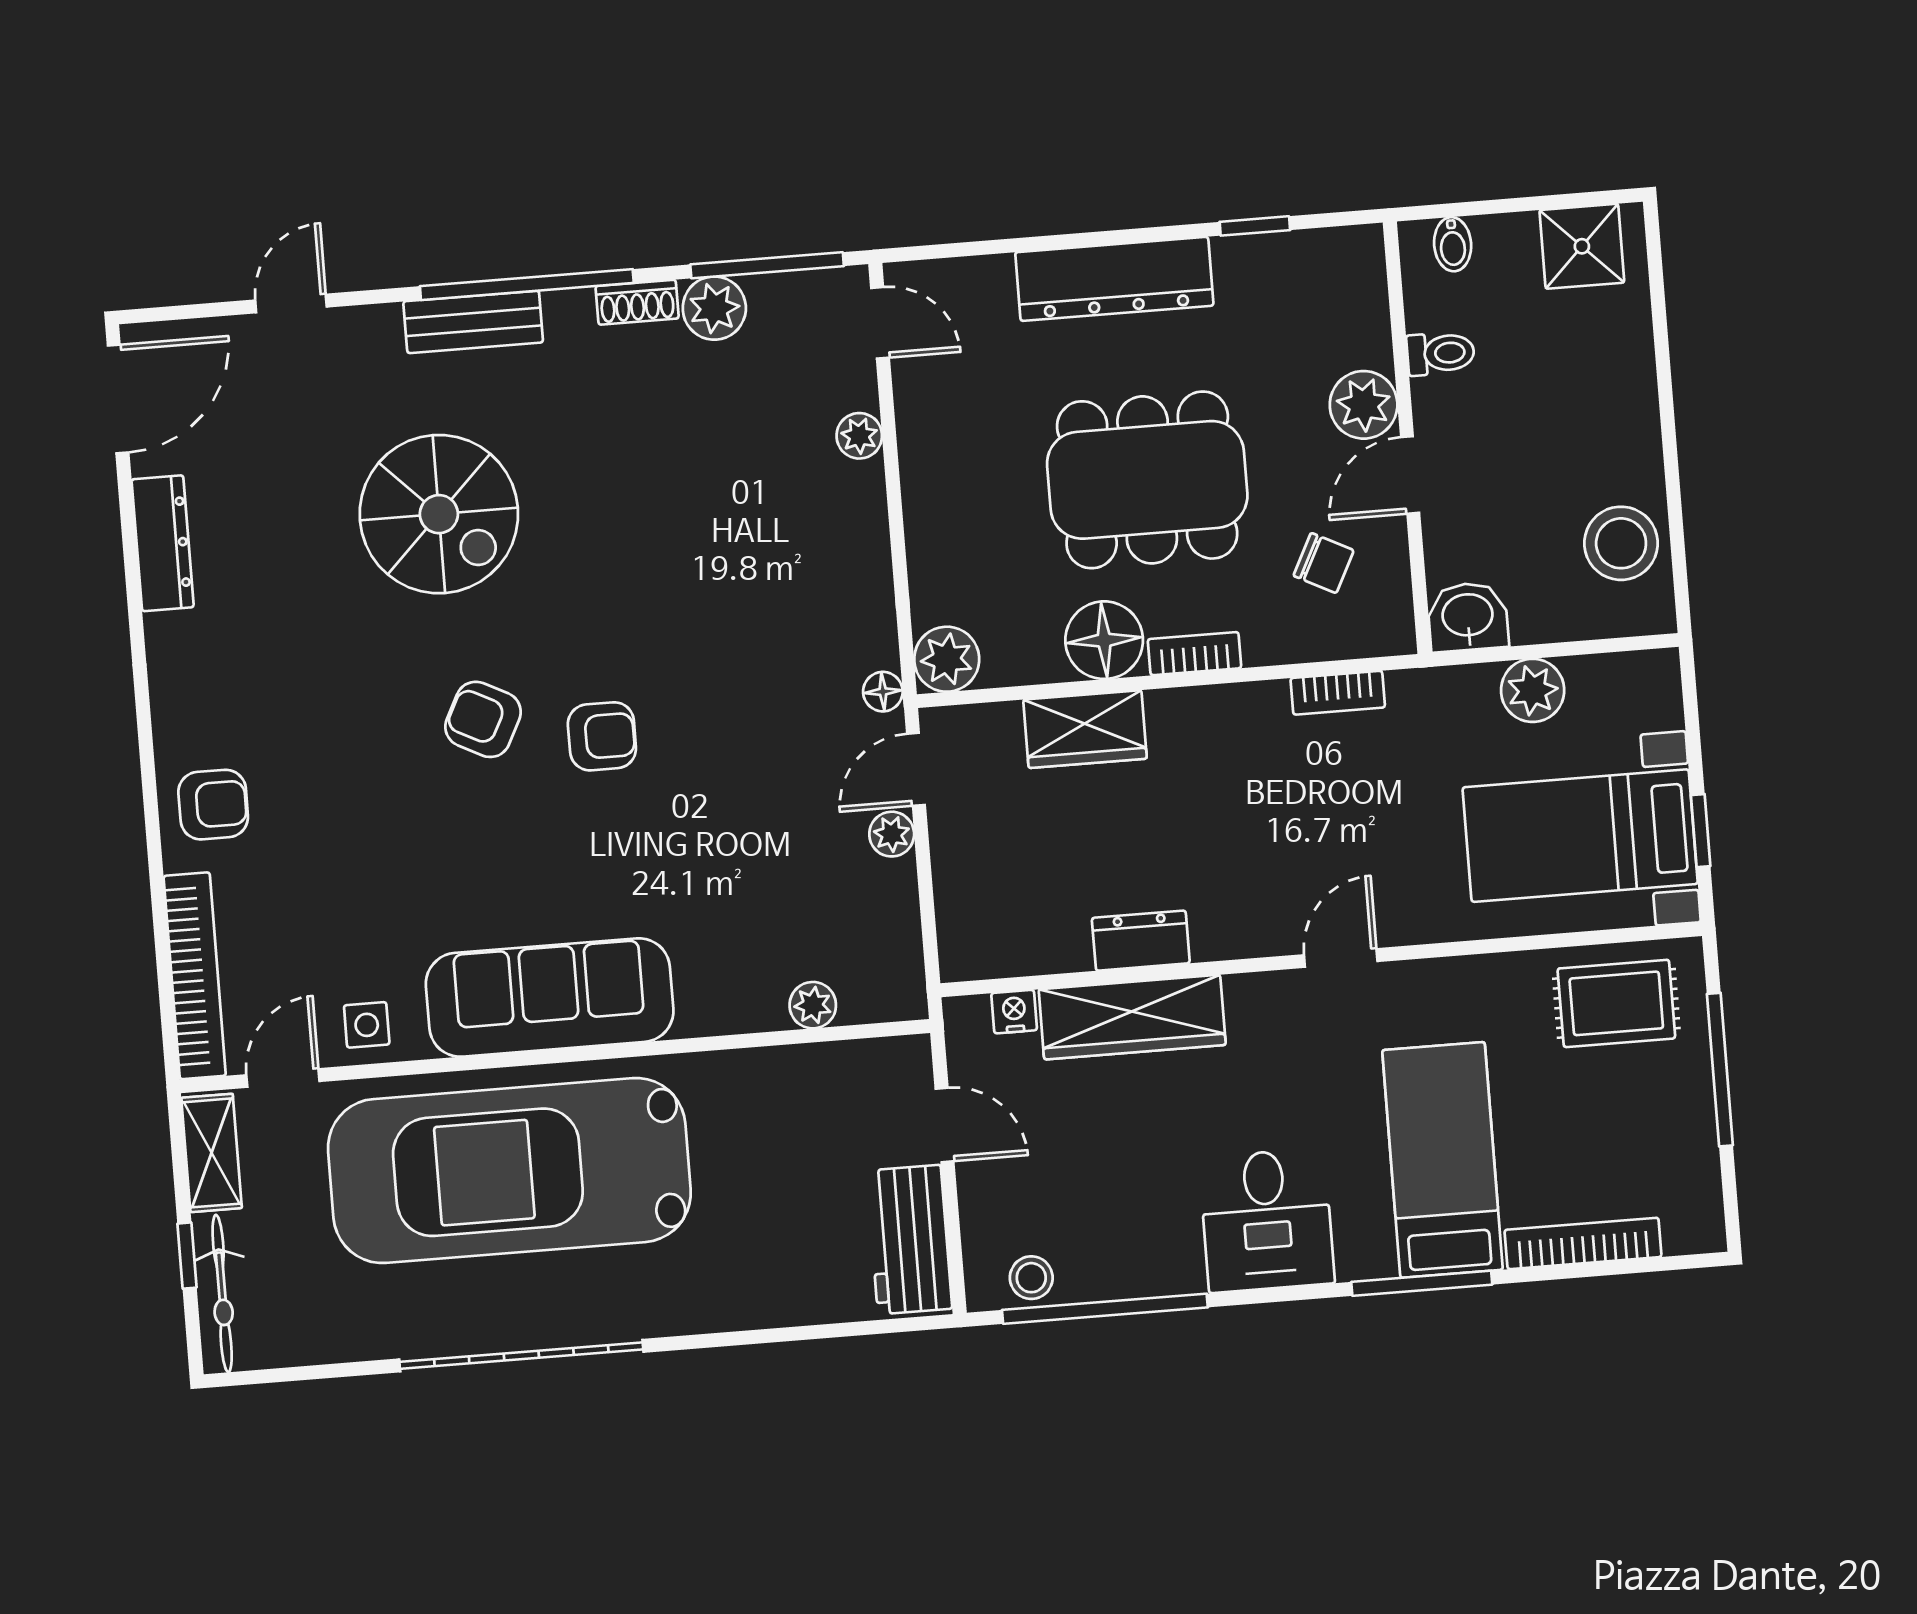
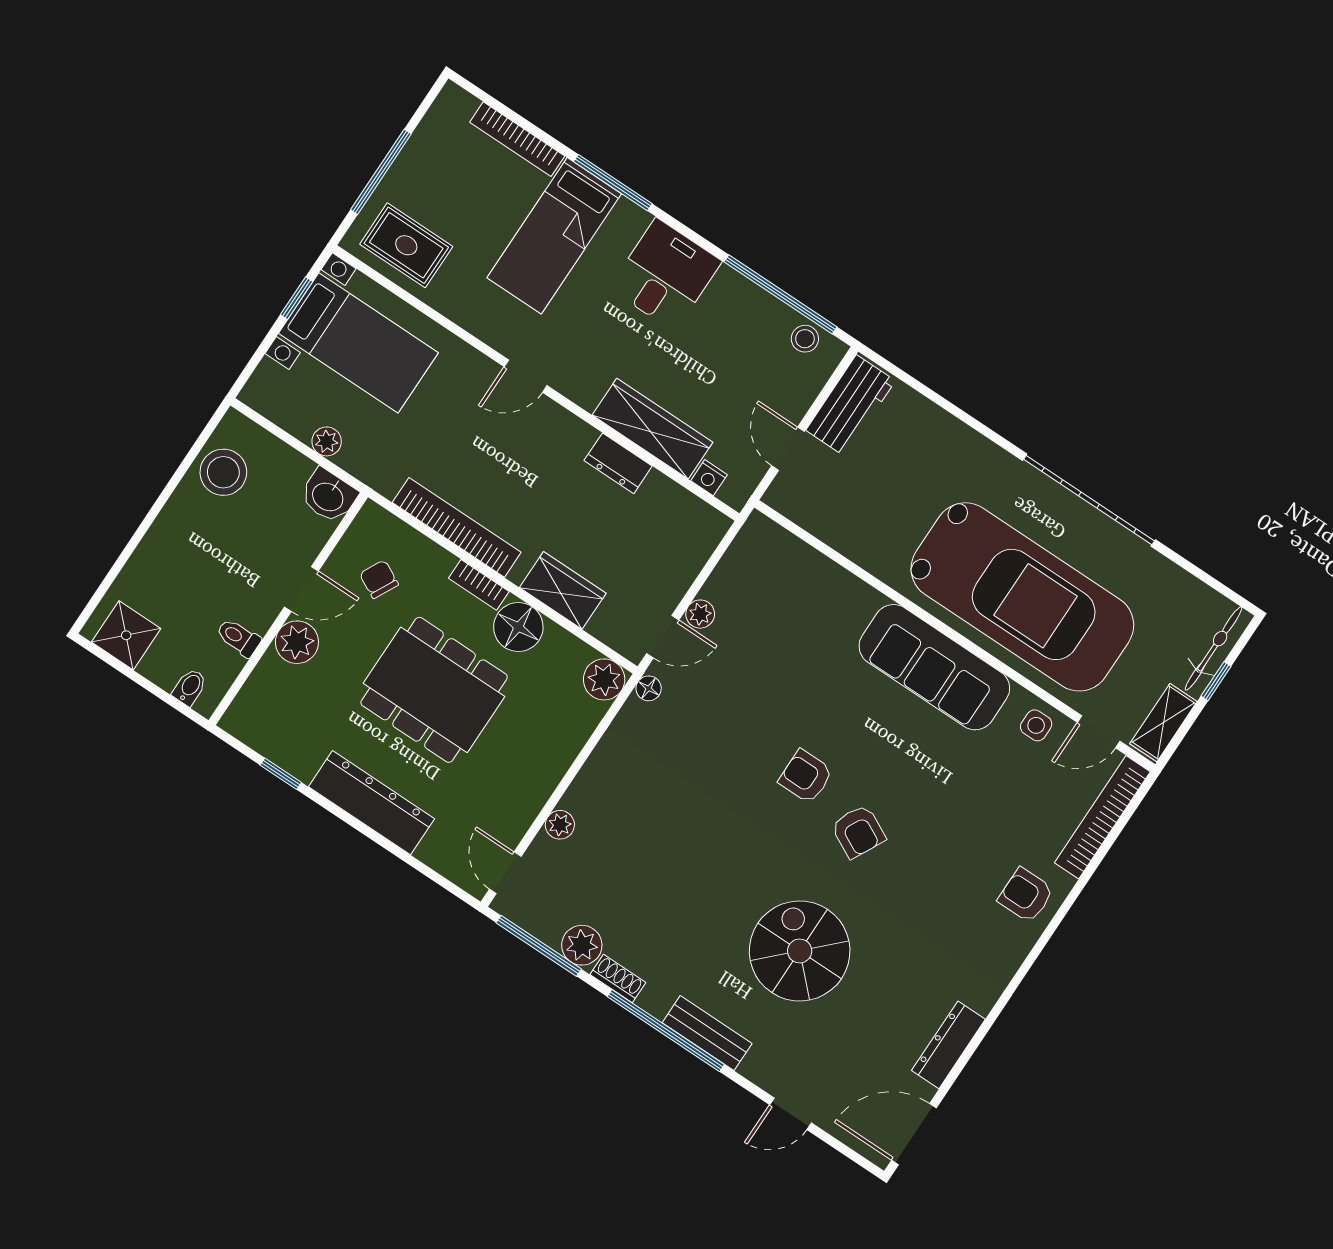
plant: (1533, 690) -> (327, 441), width x0.73, depth x0.73
bookcase: (1338, 693) -> (457, 527), width x2.31, depth x1.31
plant: (813, 1005) -> (807, 560), removed

